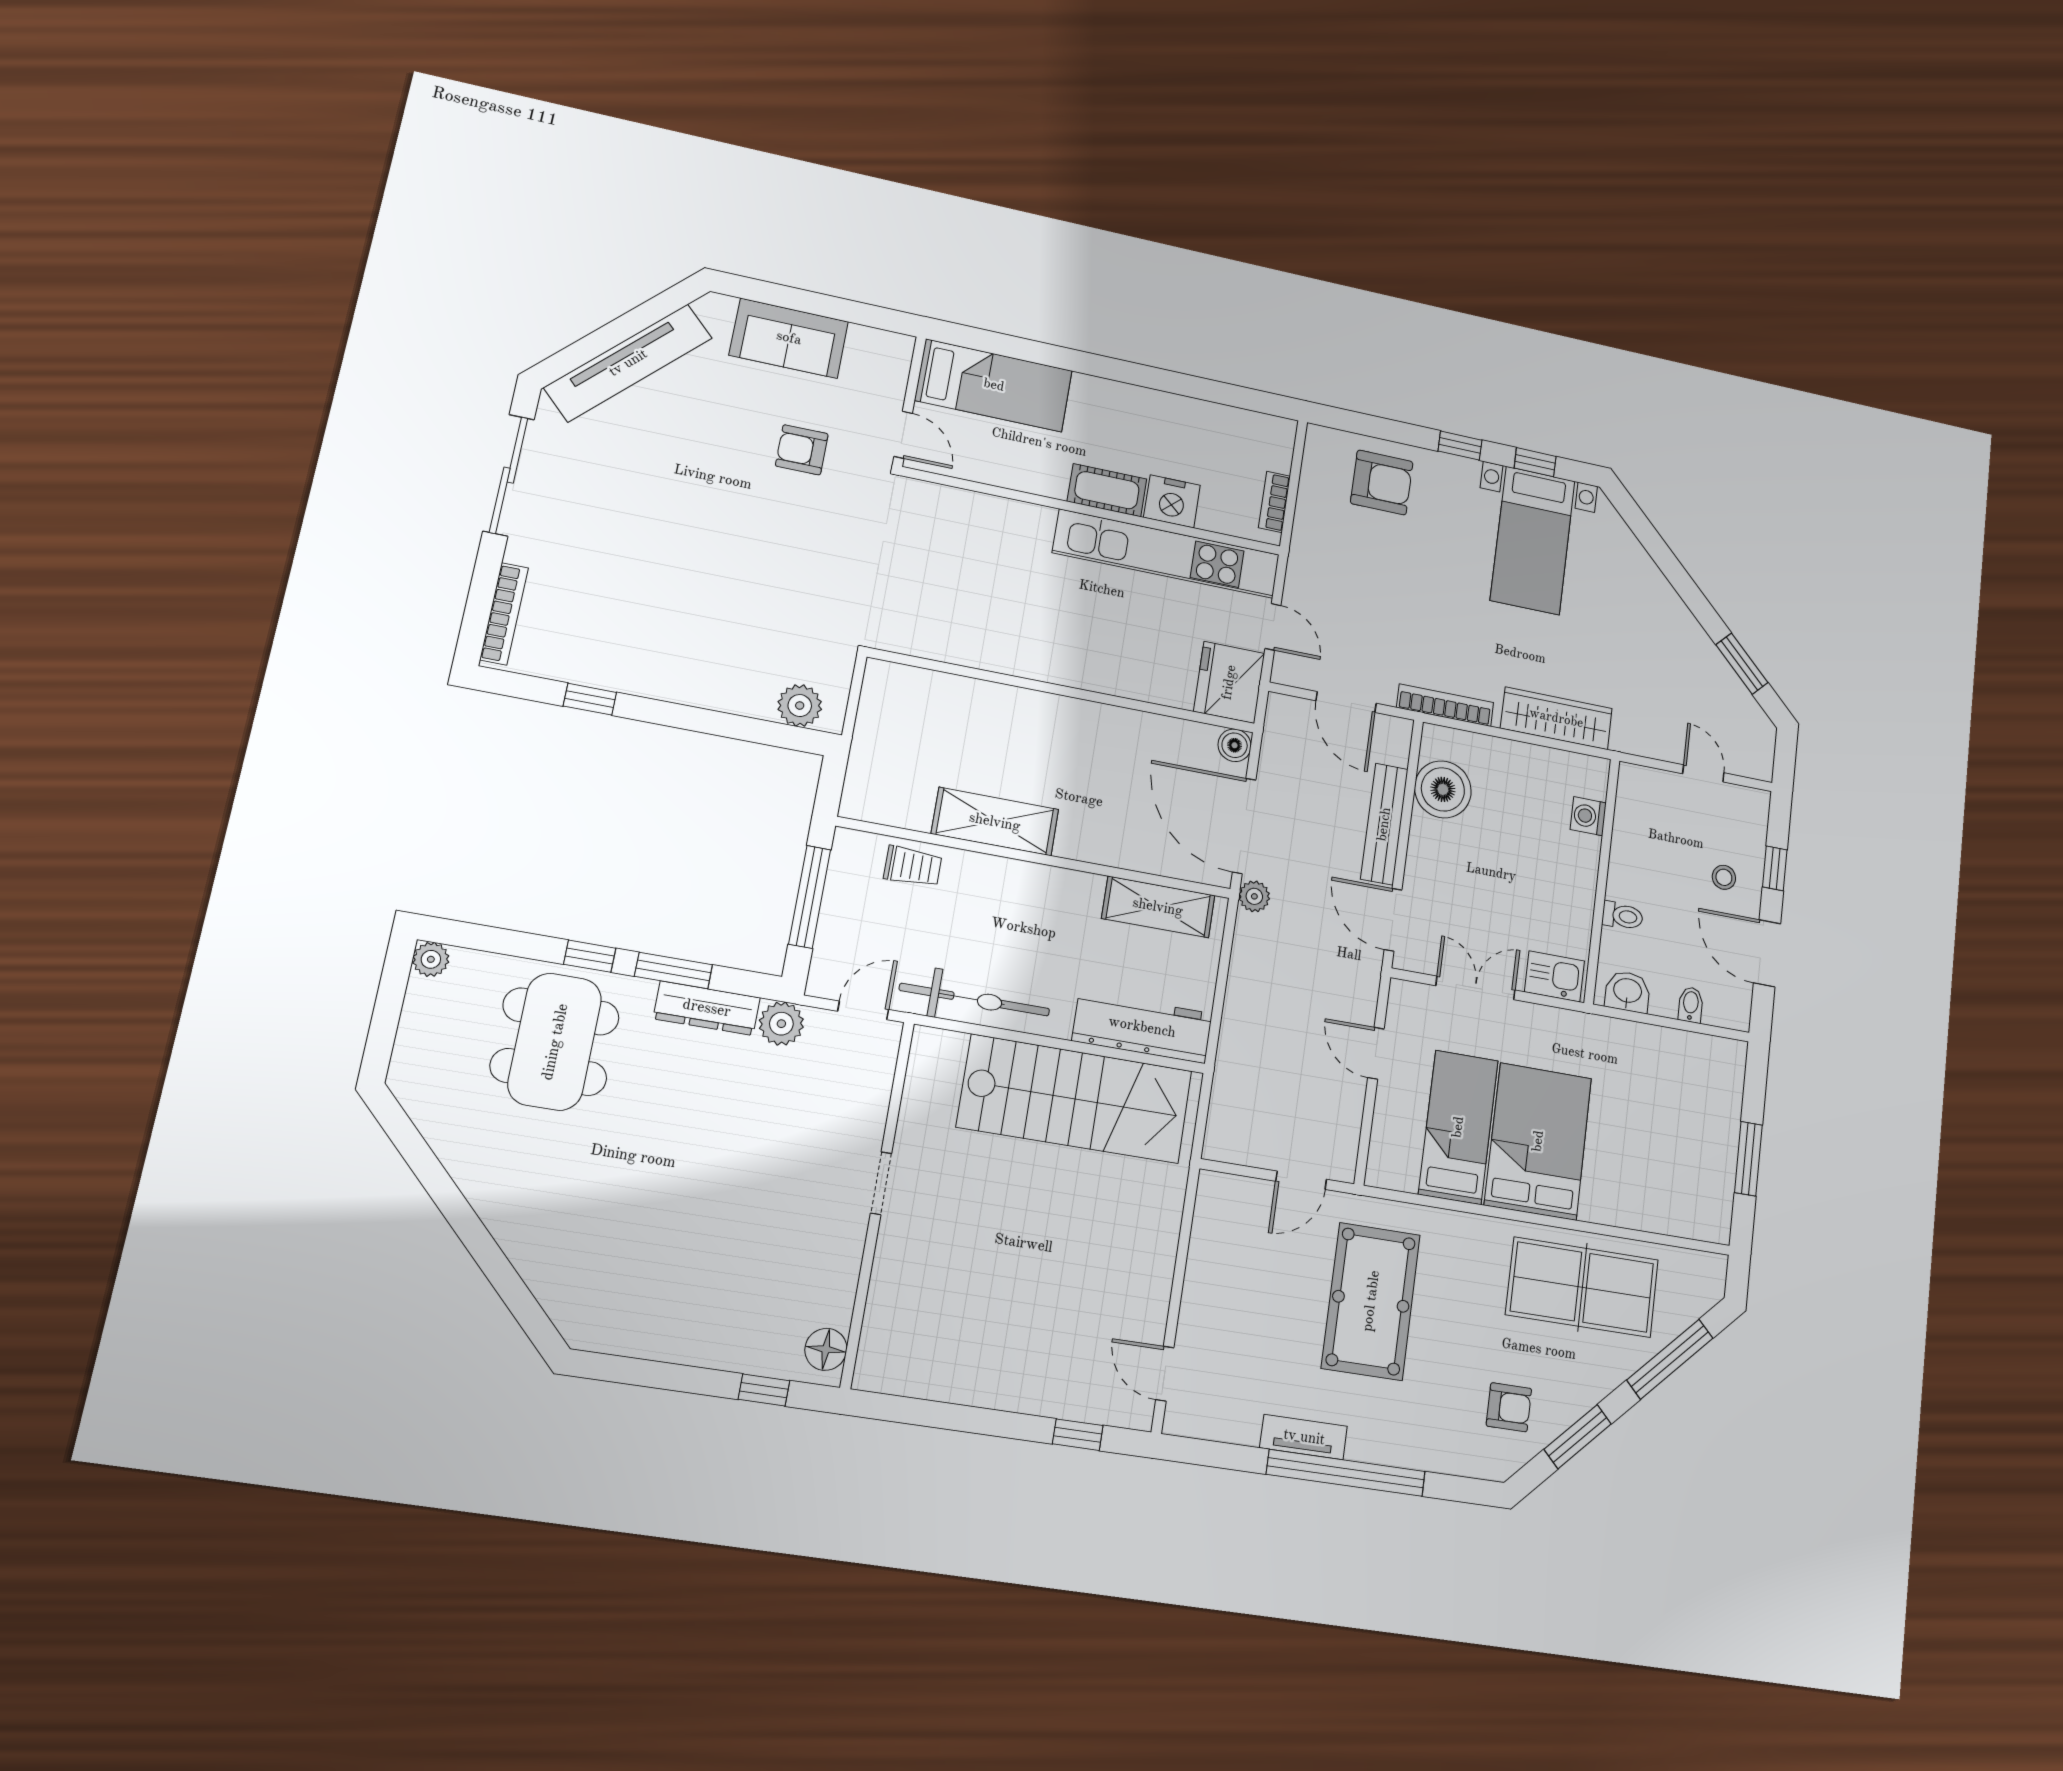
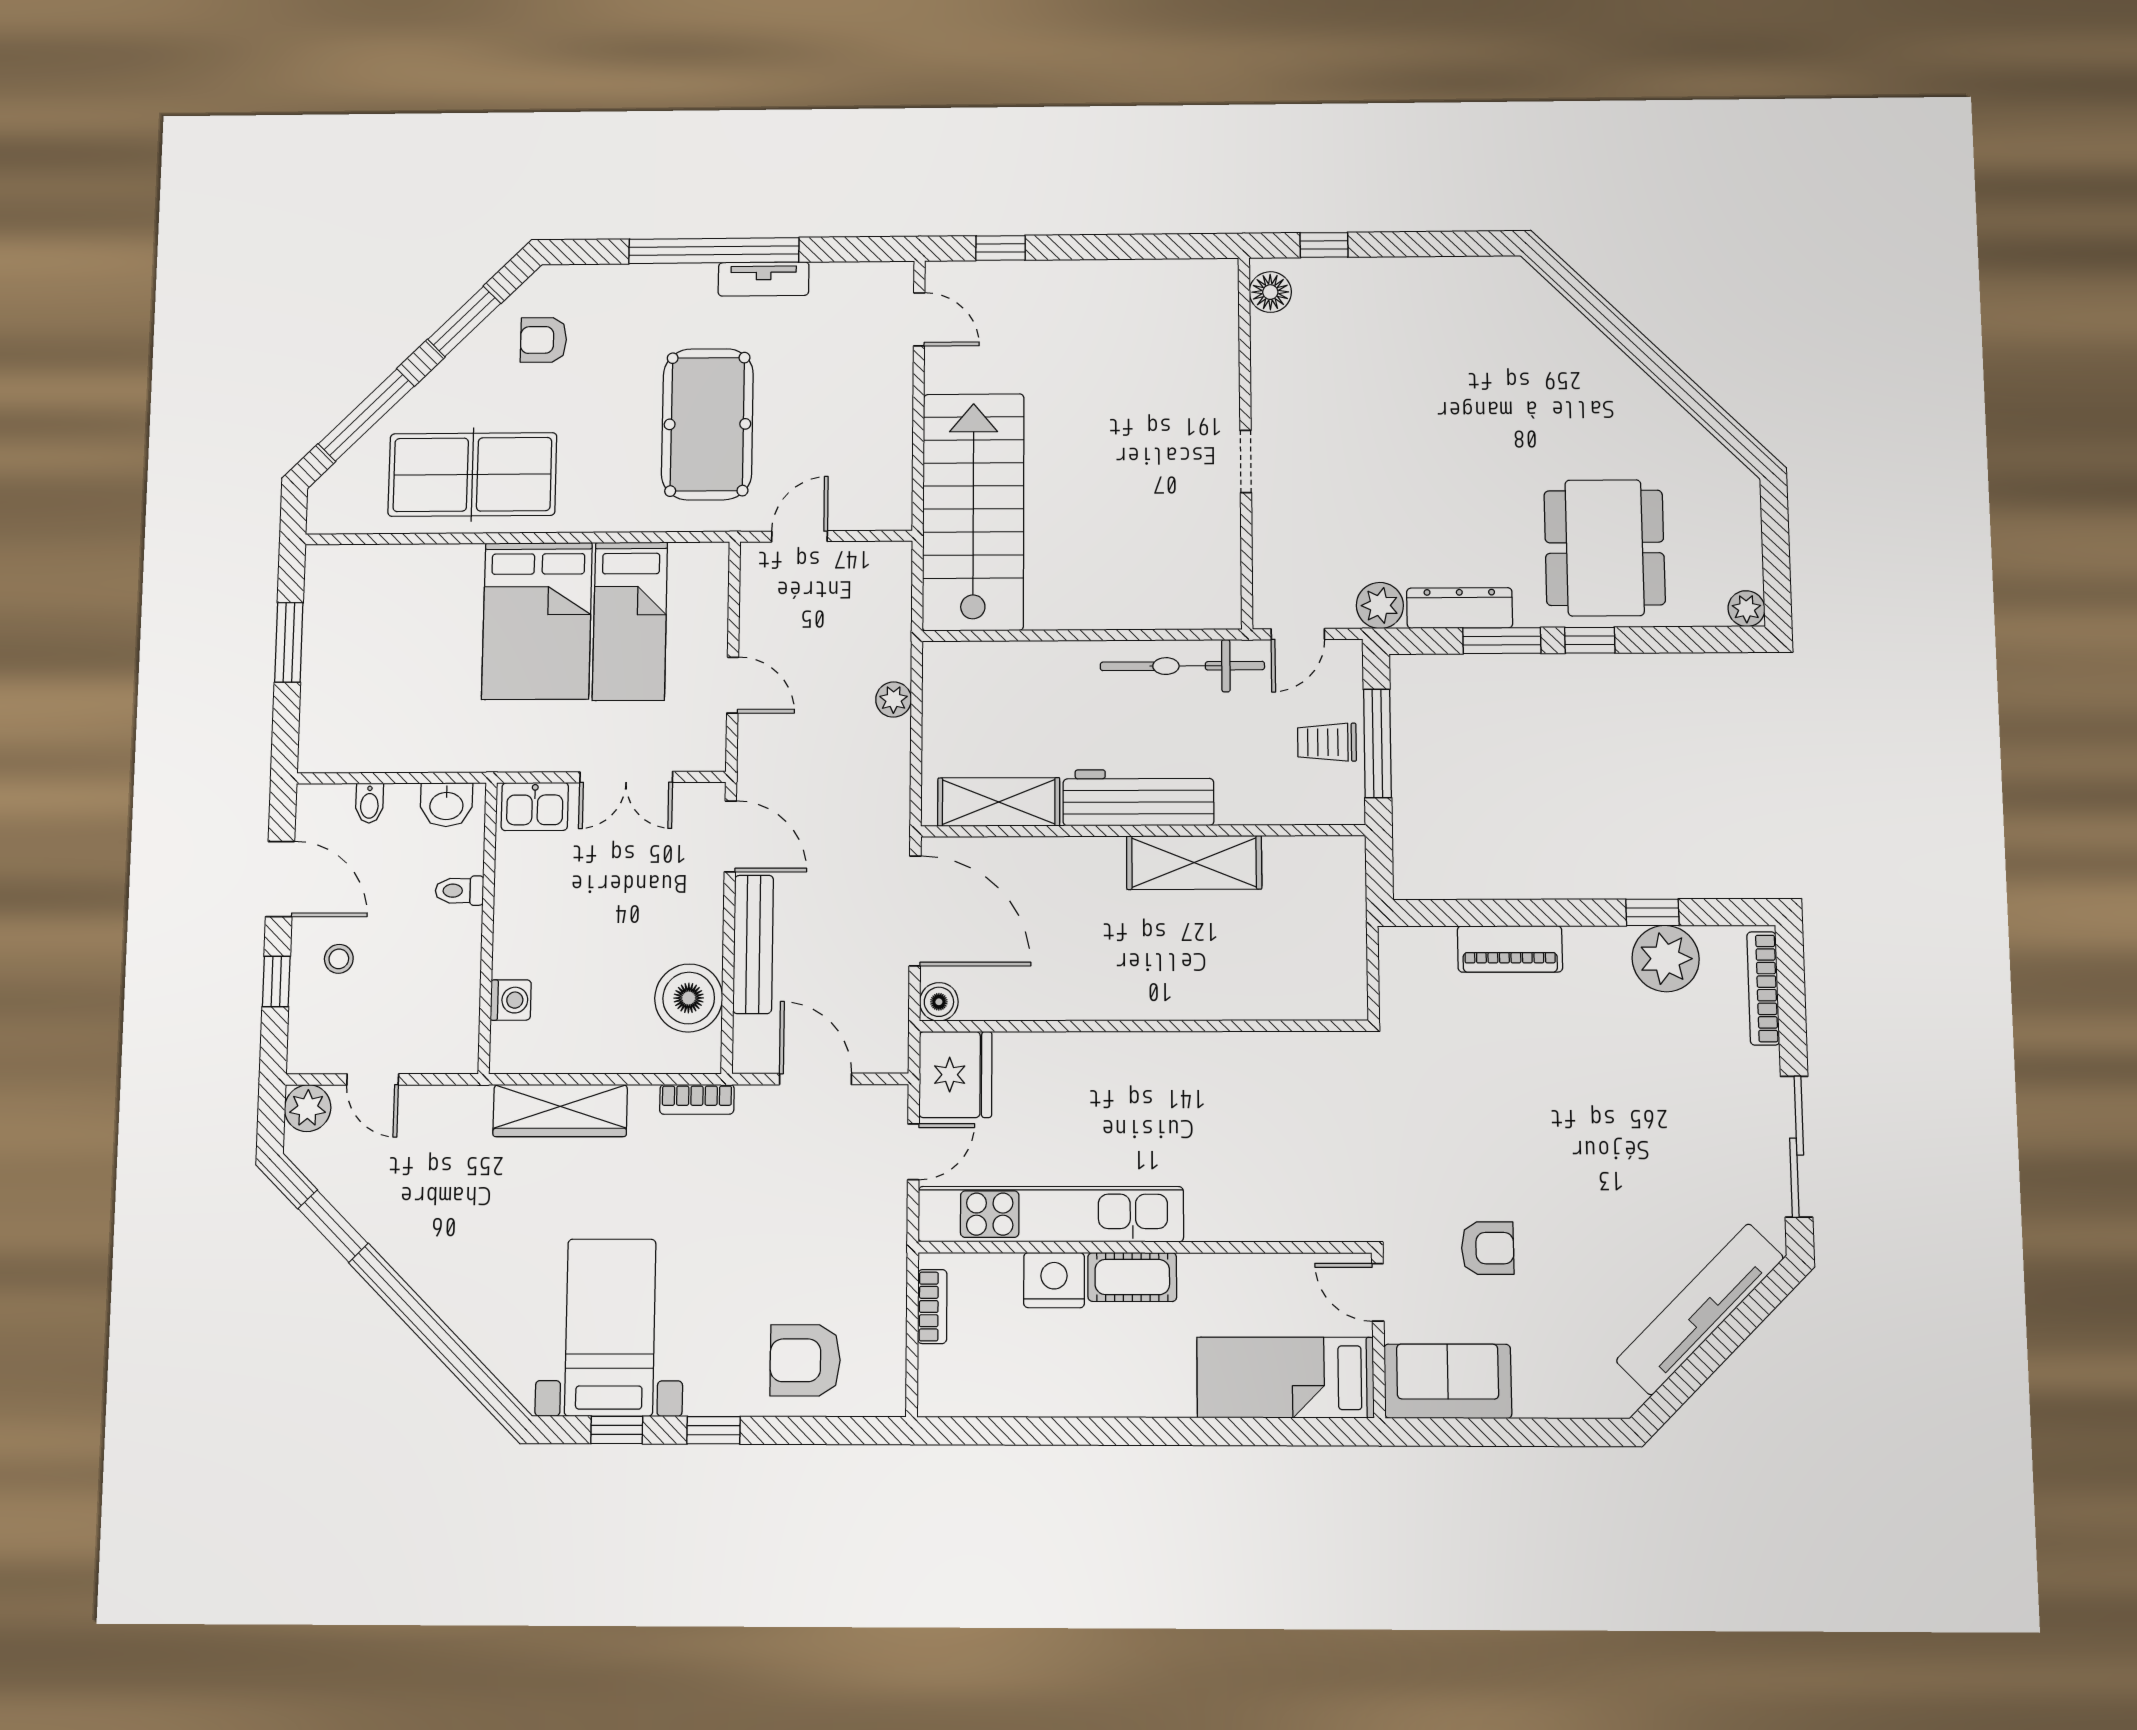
sofa: (789, 338) -> (1448, 1381), moved
door: (1273, 627) -> (913, 1152), swing flipped
piano: (727, 693) -> (1510, 949), added
bookcase: (1445, 705) -> (697, 1099), width x0.64
plant: (800, 706) -> (1666, 959), moved, width x1.36, depth x1.36
plant: (1756, 761) -> (308, 1108), added
trolley: (913, 866) -> (1327, 742), moved
plant: (1254, 896) -> (894, 700), moved
workbench: (1142, 1027) -> (1138, 798), moved, turned 180
stairs: (1075, 1099) -> (973, 512), moved, turned 90

